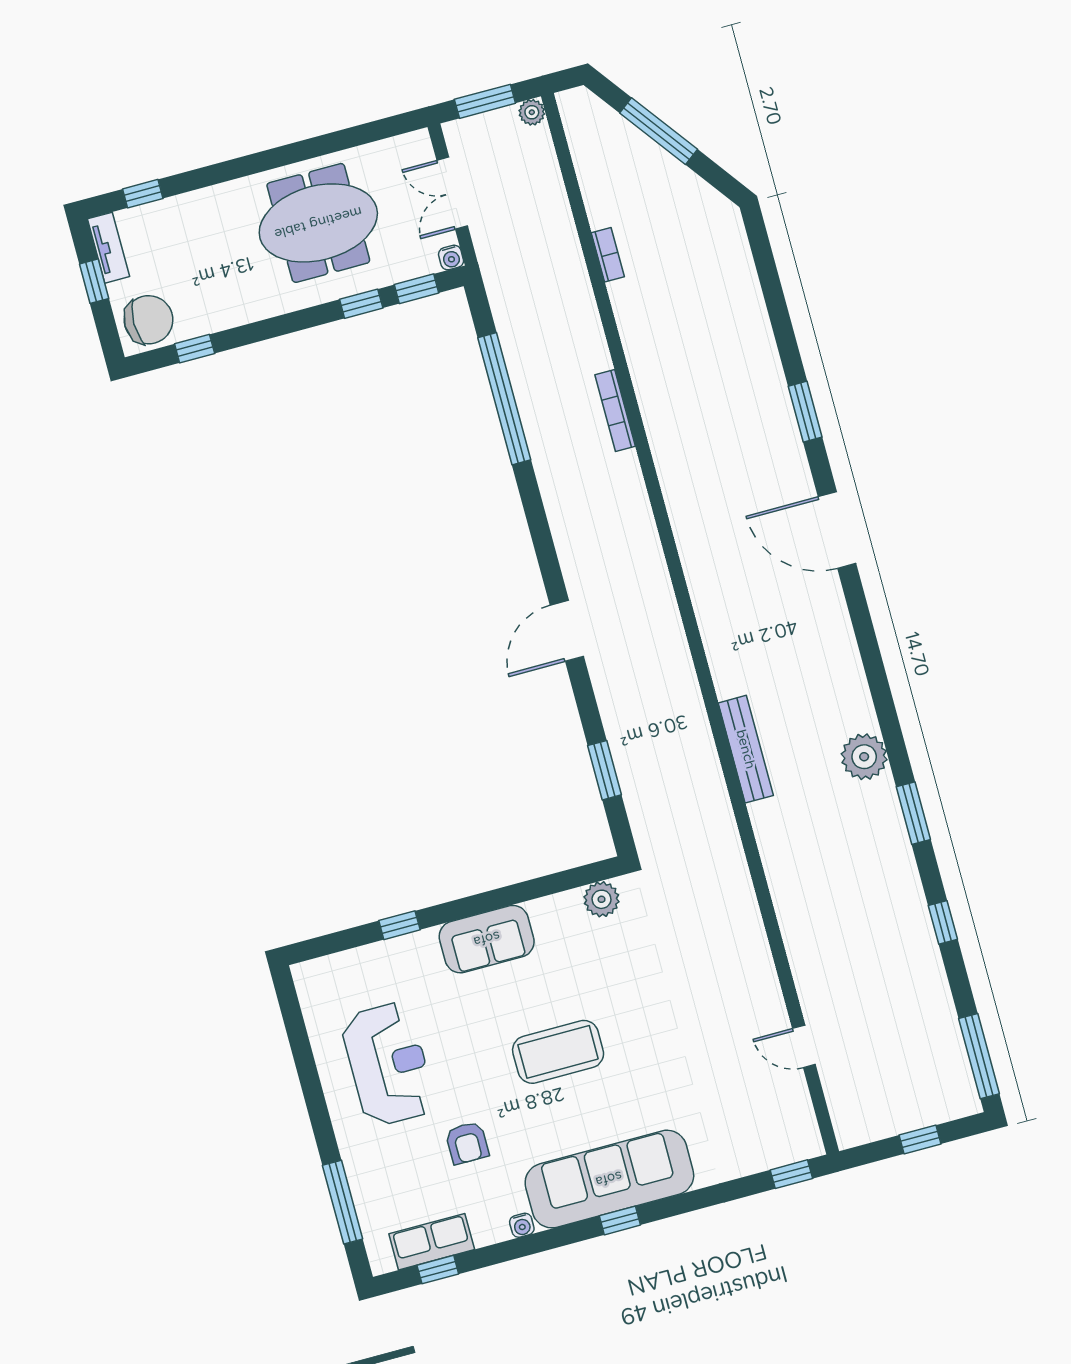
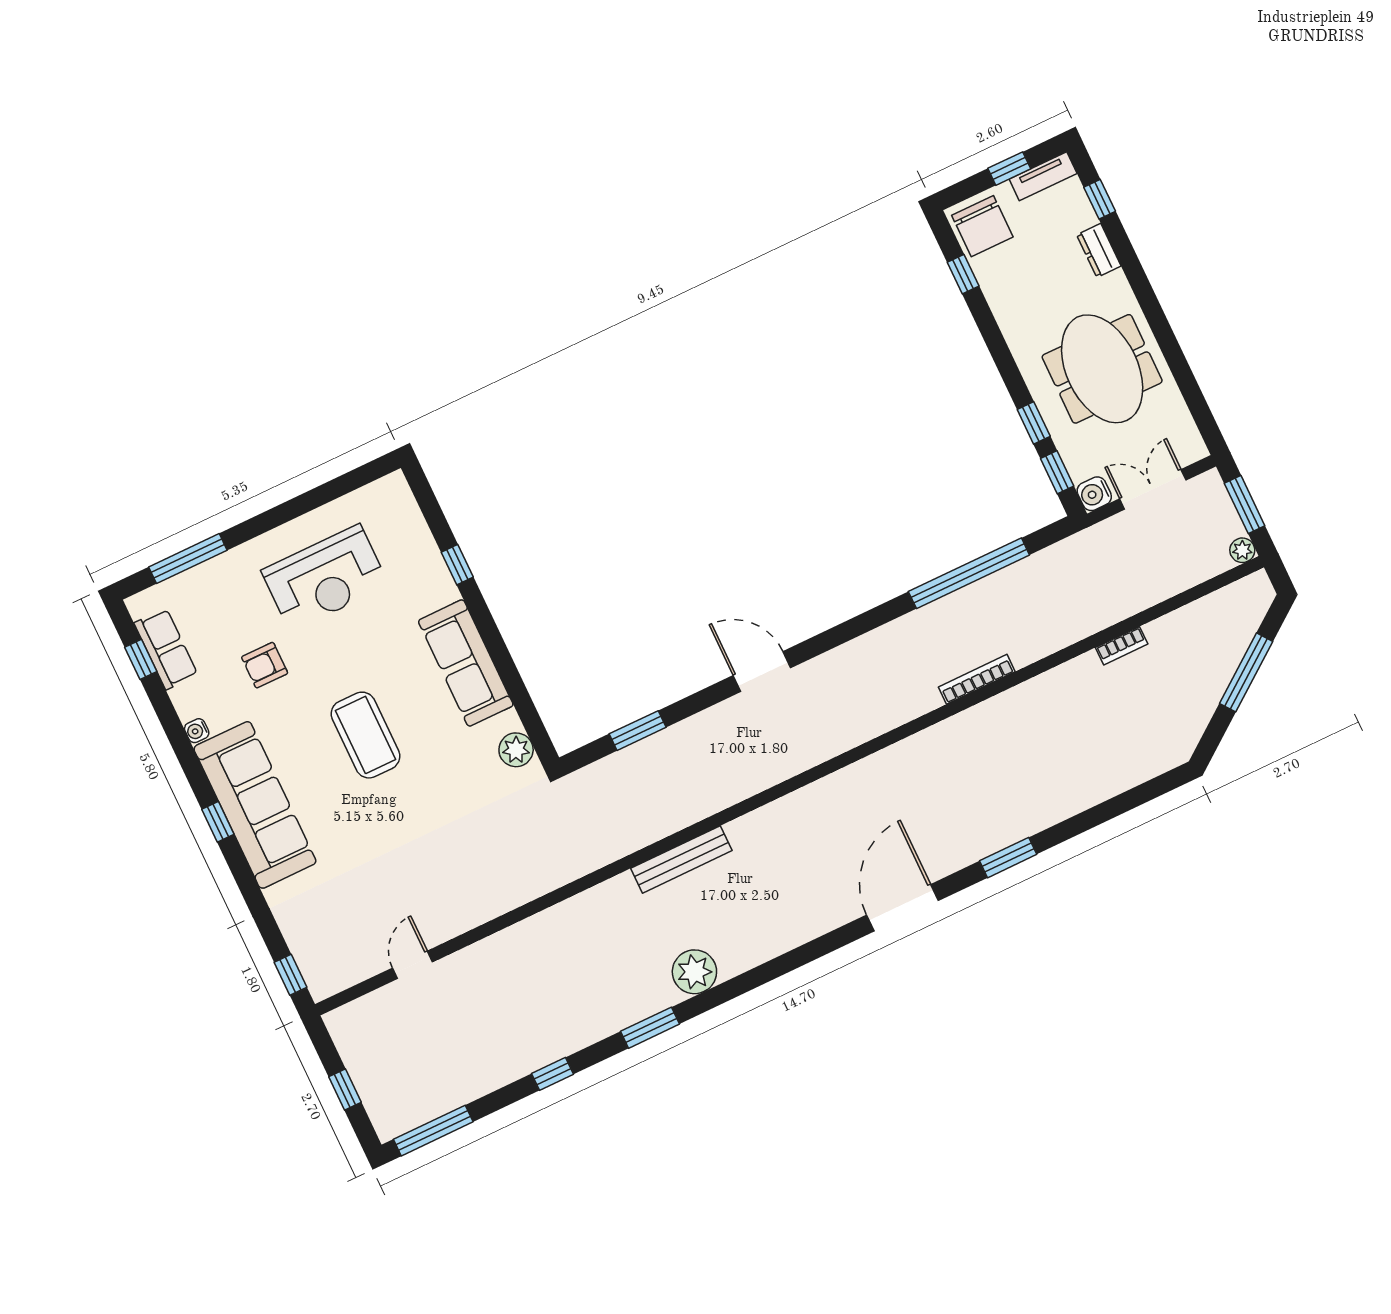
dresser: (195, 204) -> (1099, 250), added
water cooler: (451, 258) -> (1094, 494), width x1.38, depth x1.38
sofa: (487, 939) -> (466, 663), width x1.36

